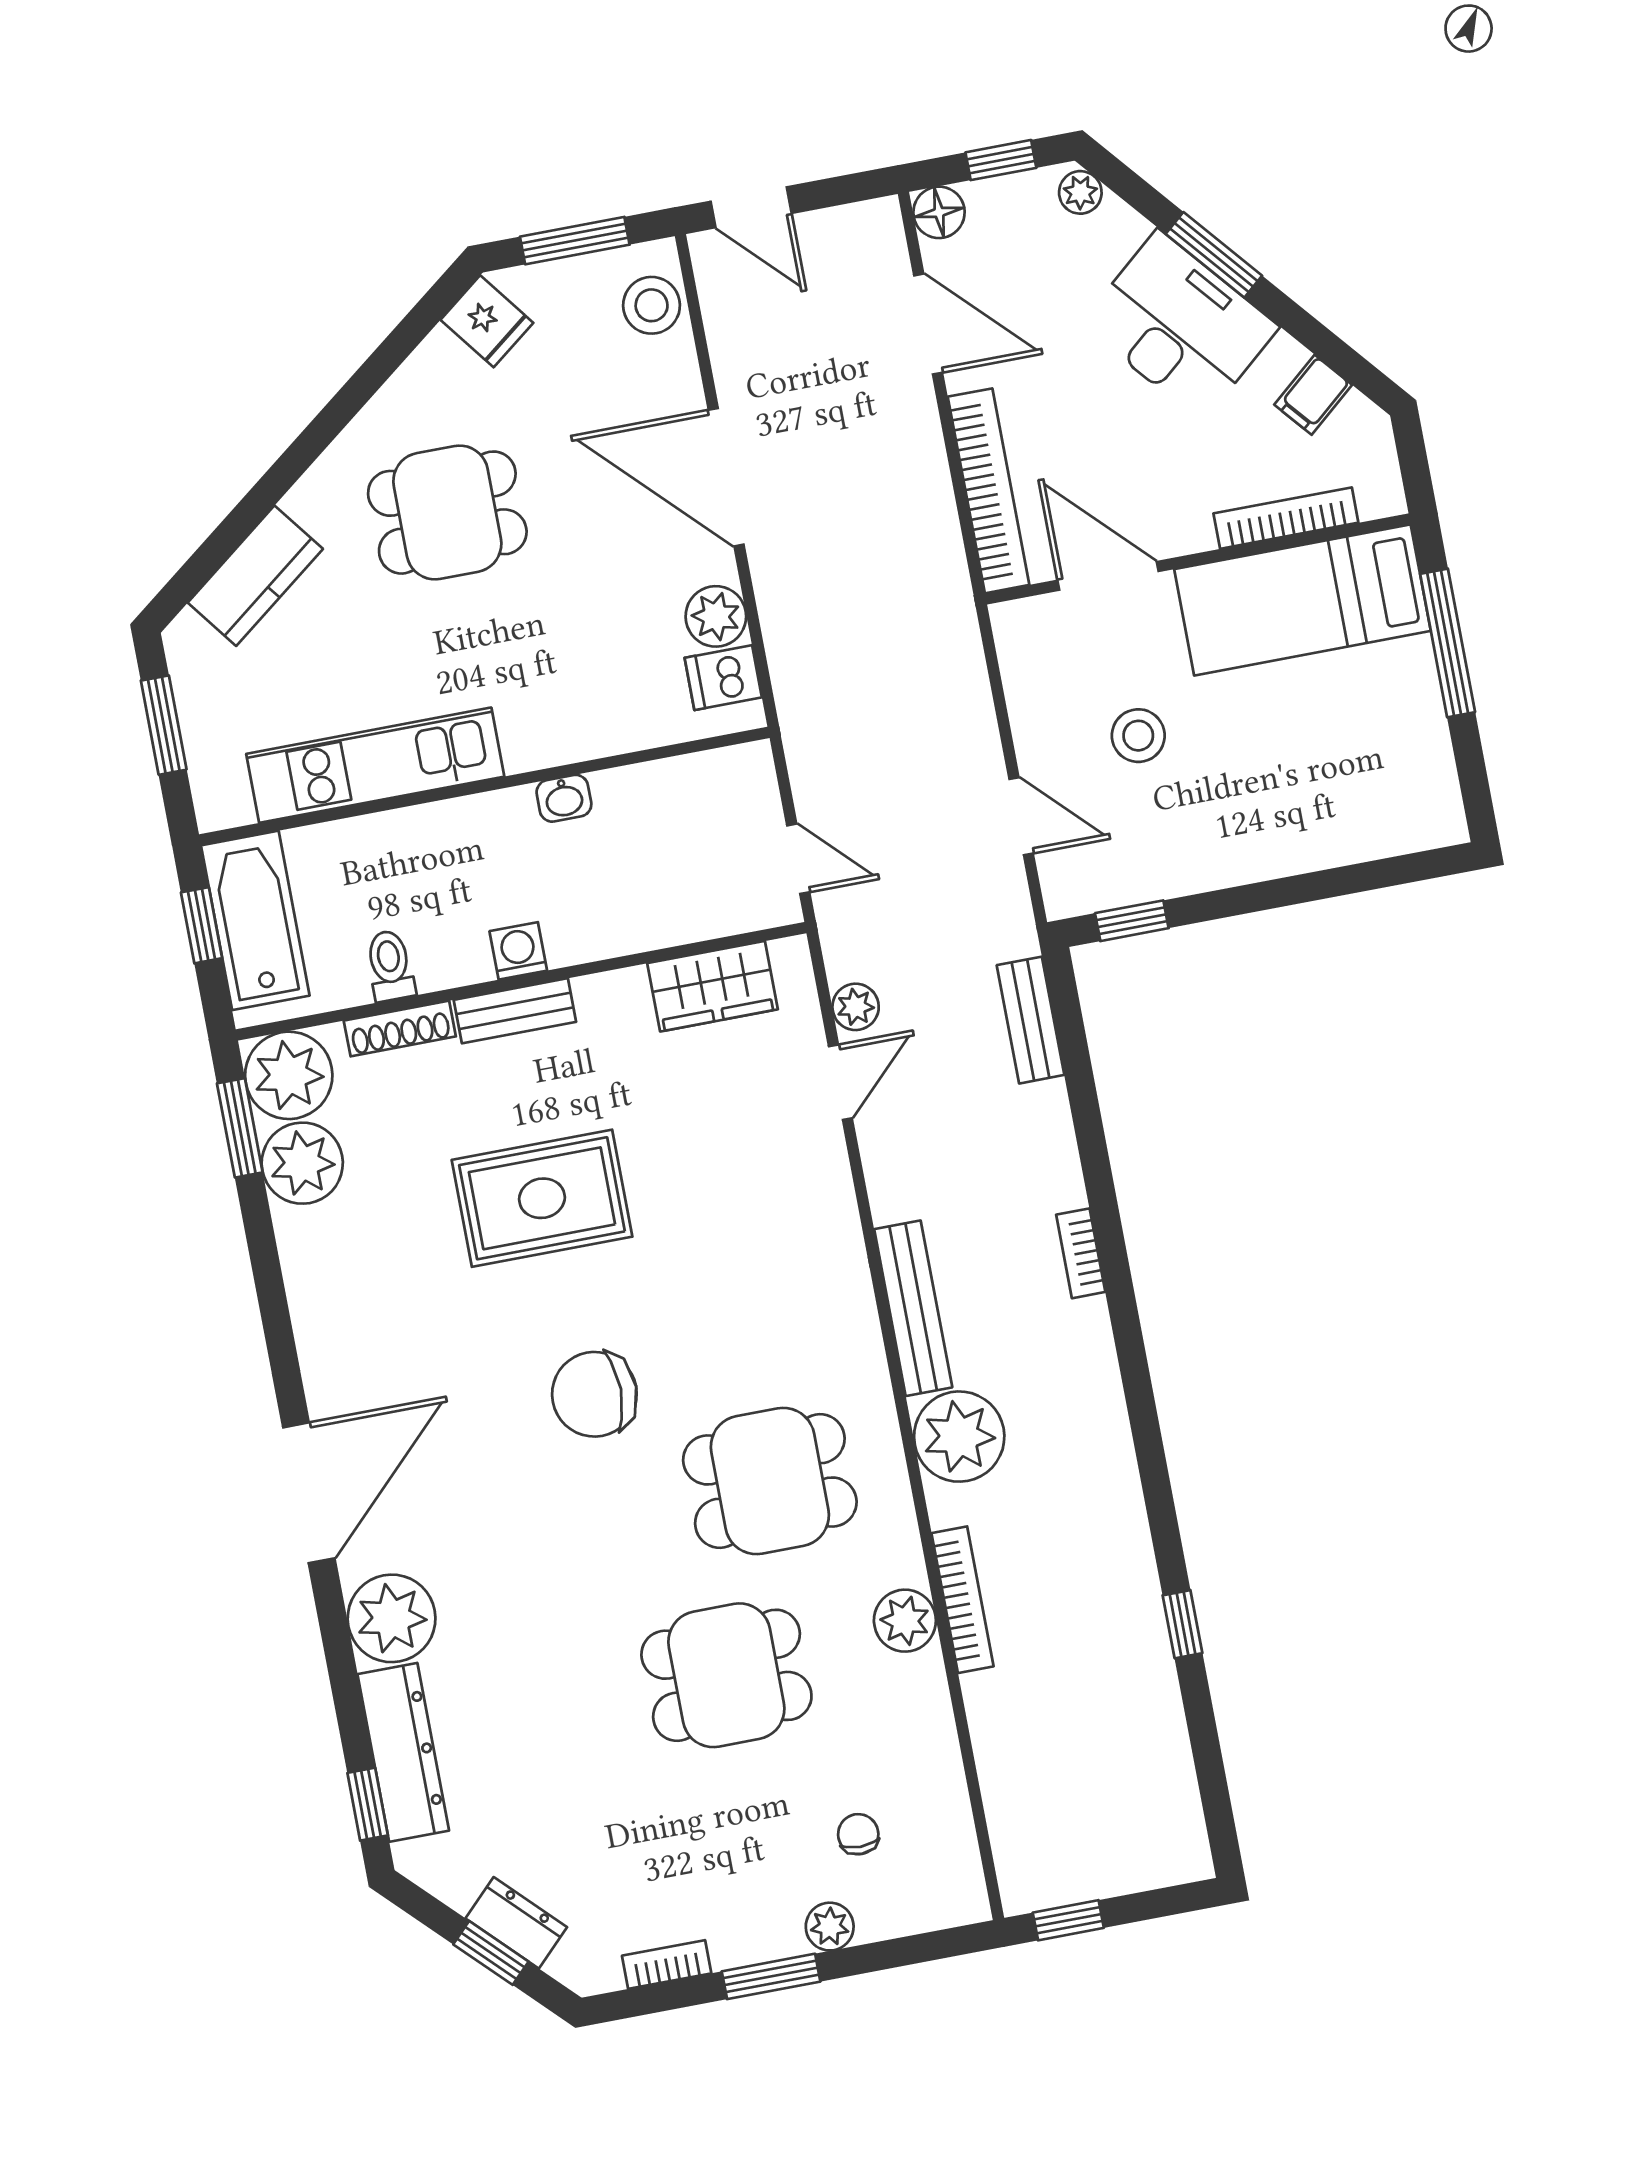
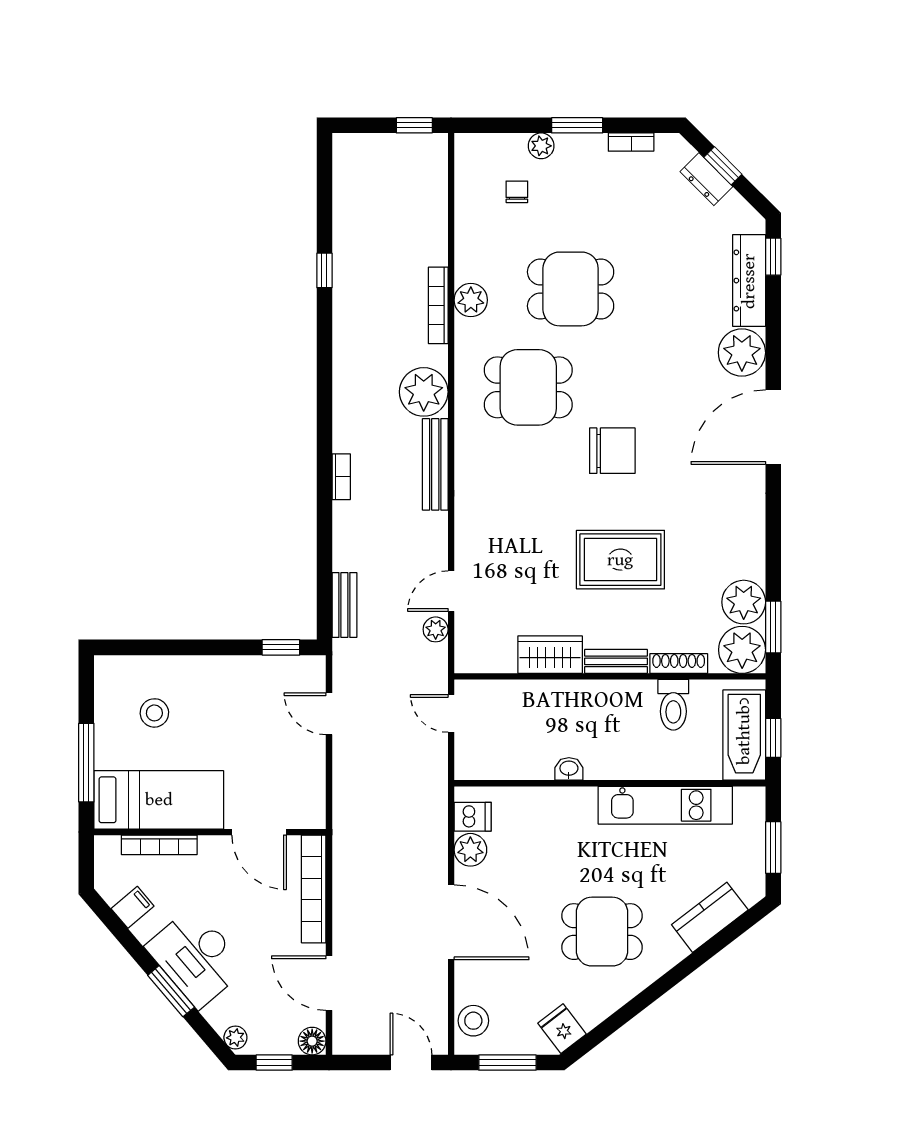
stool: (1138, 736) -> (154, 713), moved
washing machine: (518, 951) -> (608, 693), removed
toilet: (390, 966) -> (673, 705), width x1.37, depth x1.39
wardrobe: (713, 986) -> (550, 655), moved
chair: (858, 1834) -> (517, 192), turned 180

